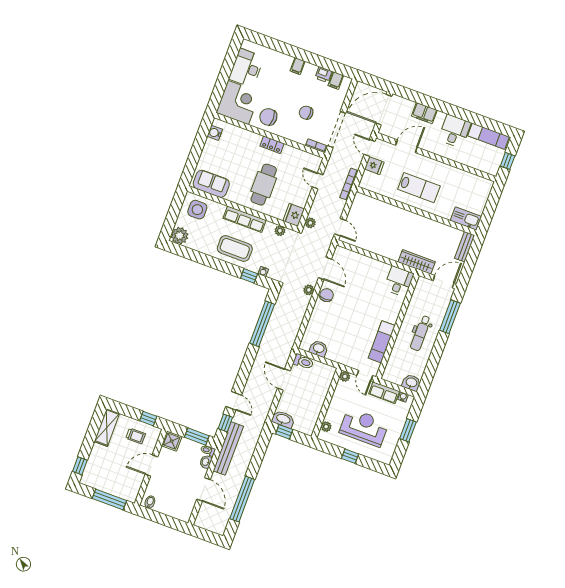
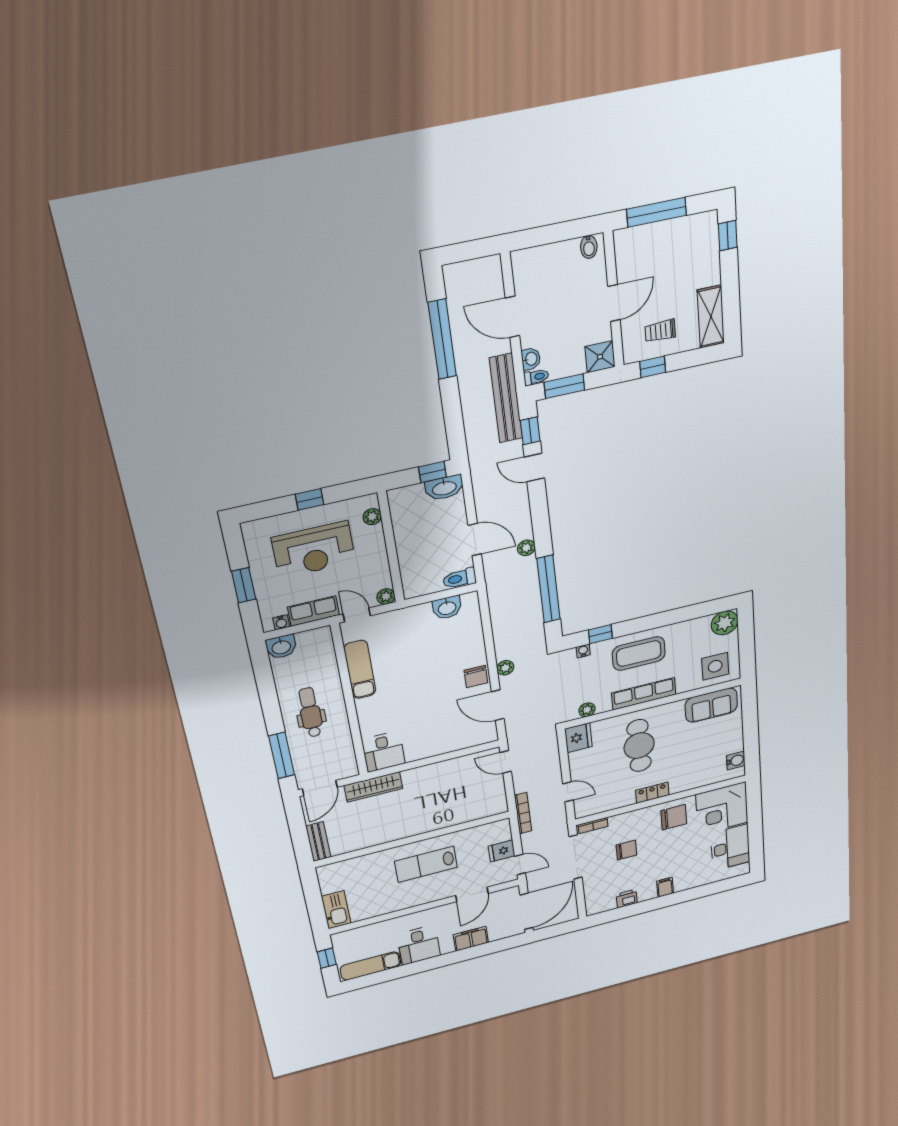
filing cabinet: (336, 80) -> (607, 902), removed
kitchen sink: (466, 219) -> (336, 910), moved, turned -90
plant: (310, 223) -> (526, 548), moved

